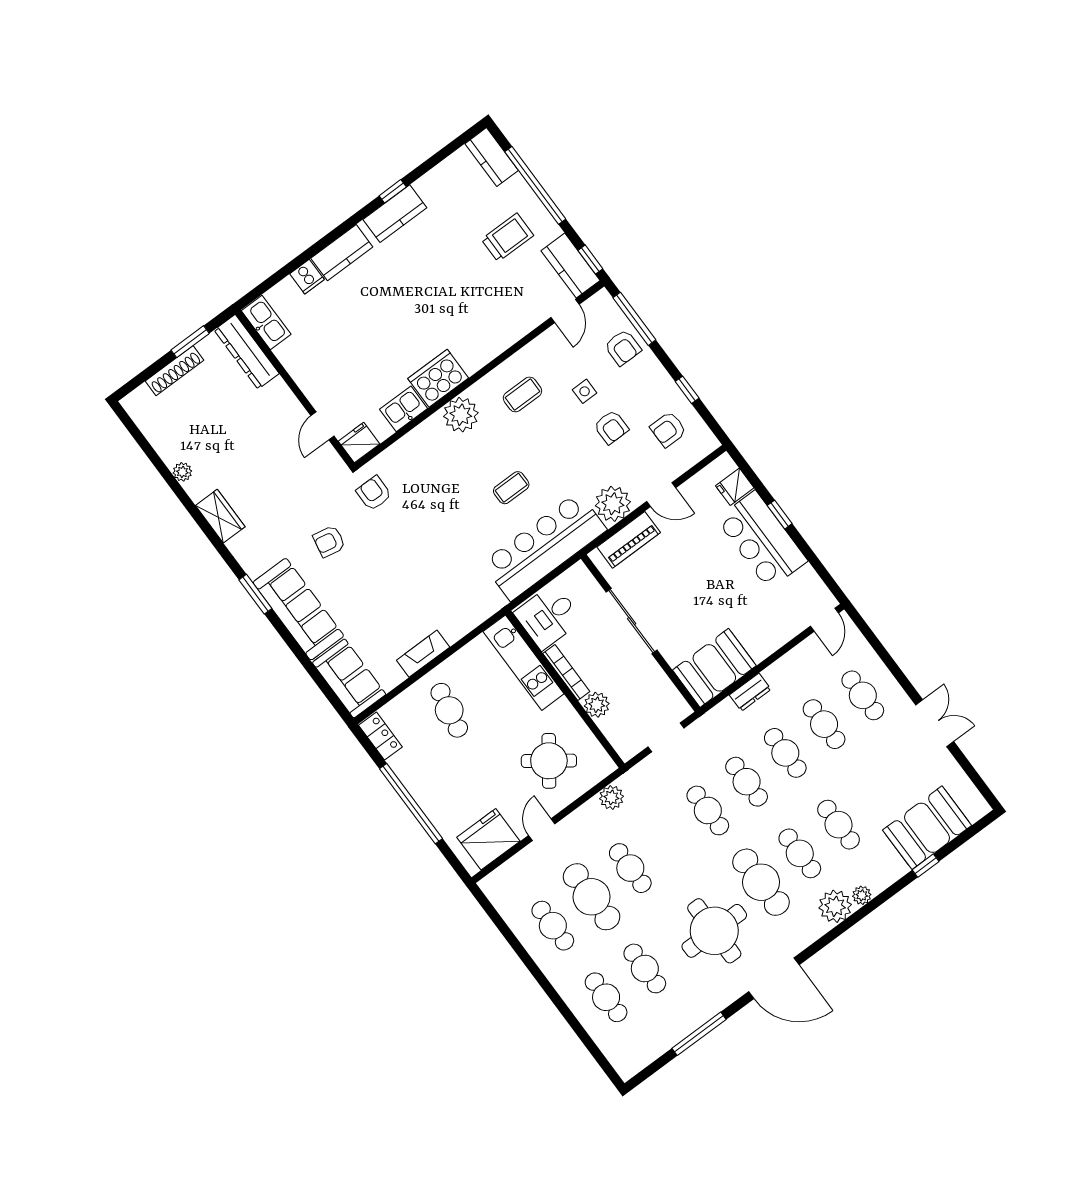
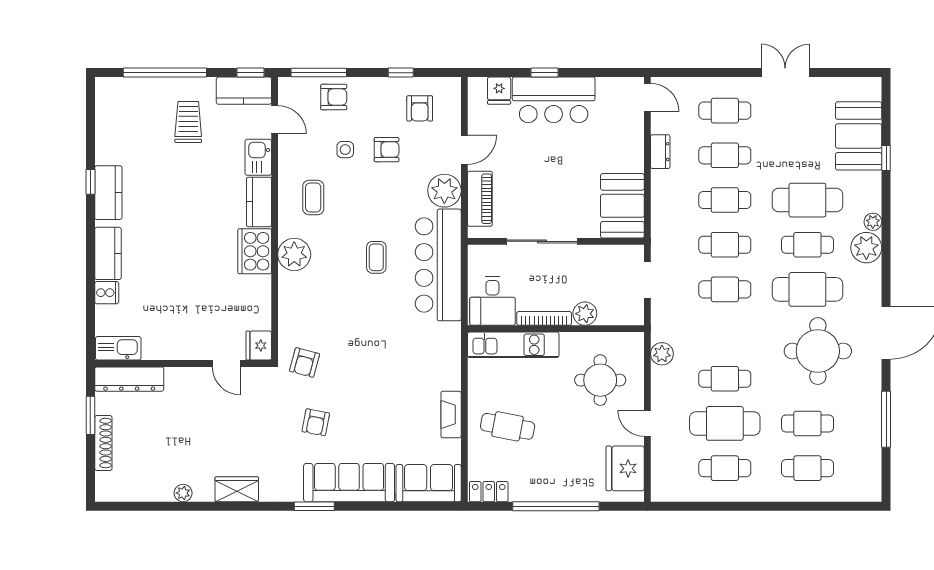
kitchen counter: (492, 157) -> (259, 202), moved, turned 90
kitchen sink: (404, 409) -> (258, 157), moved
armchair: (374, 493) -> (305, 363), turned -75
dresser: (750, 692) -> (660, 152), moved
round table: (549, 761) -> (600, 380), turned -36
cafe table: (839, 825) -> (807, 200), width x1.37, depth x1.35

